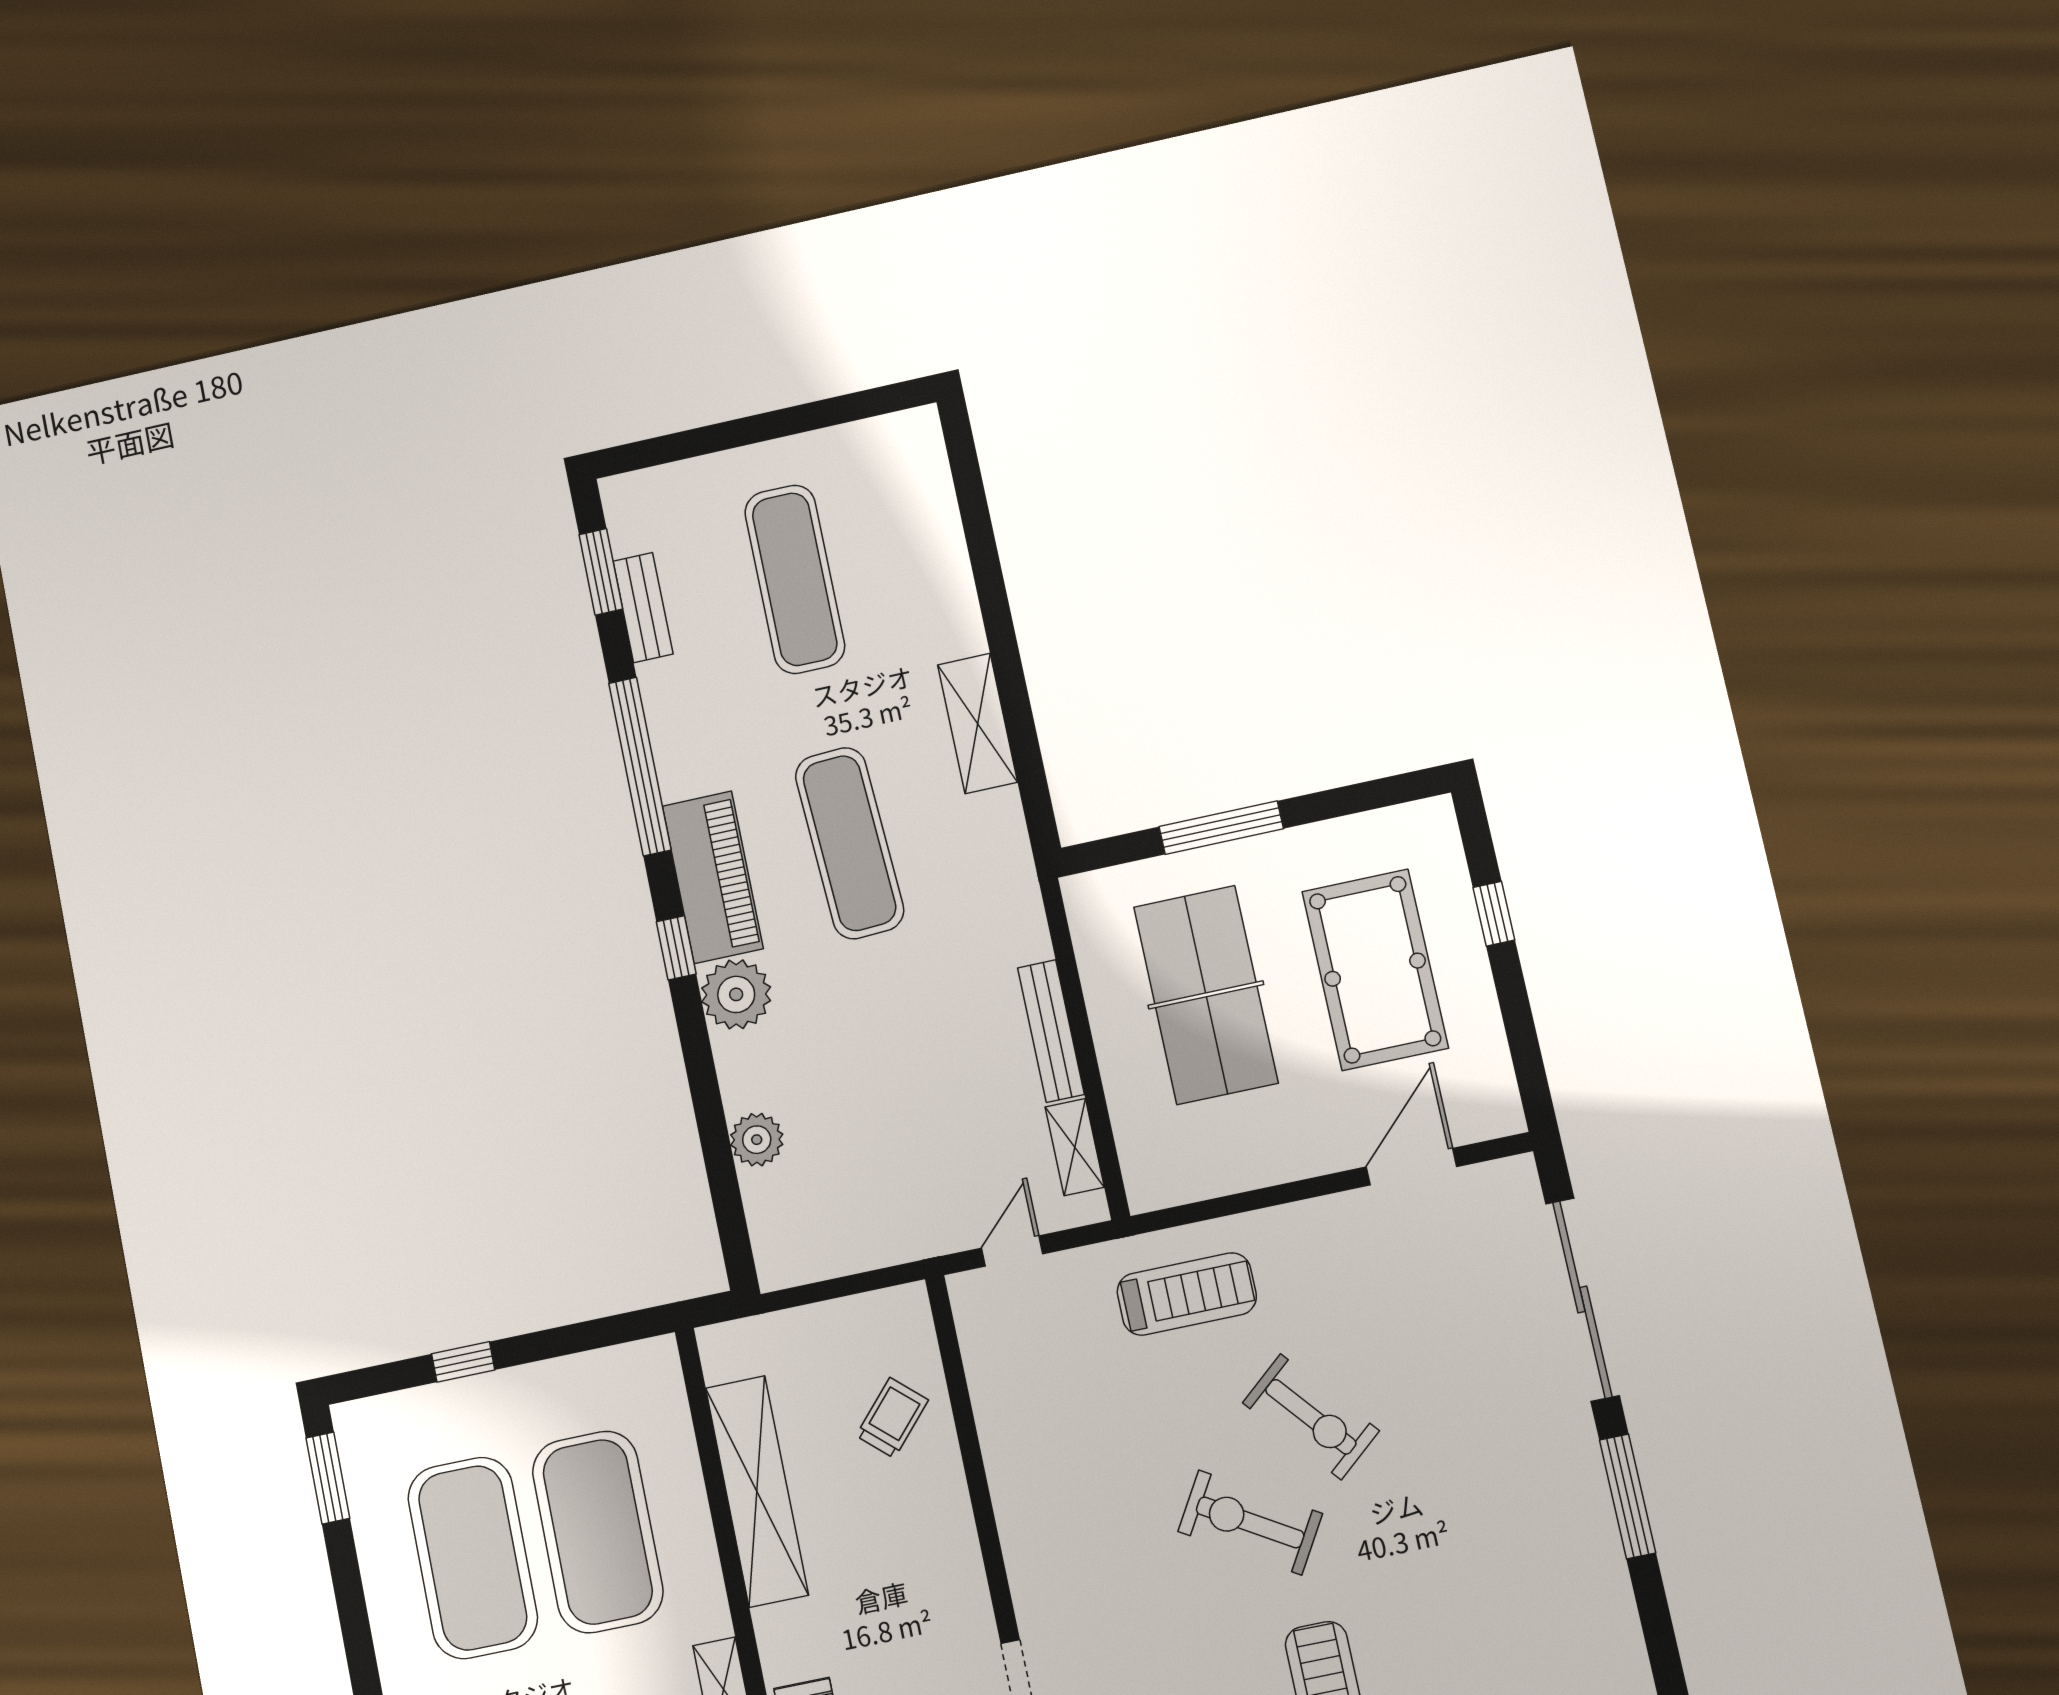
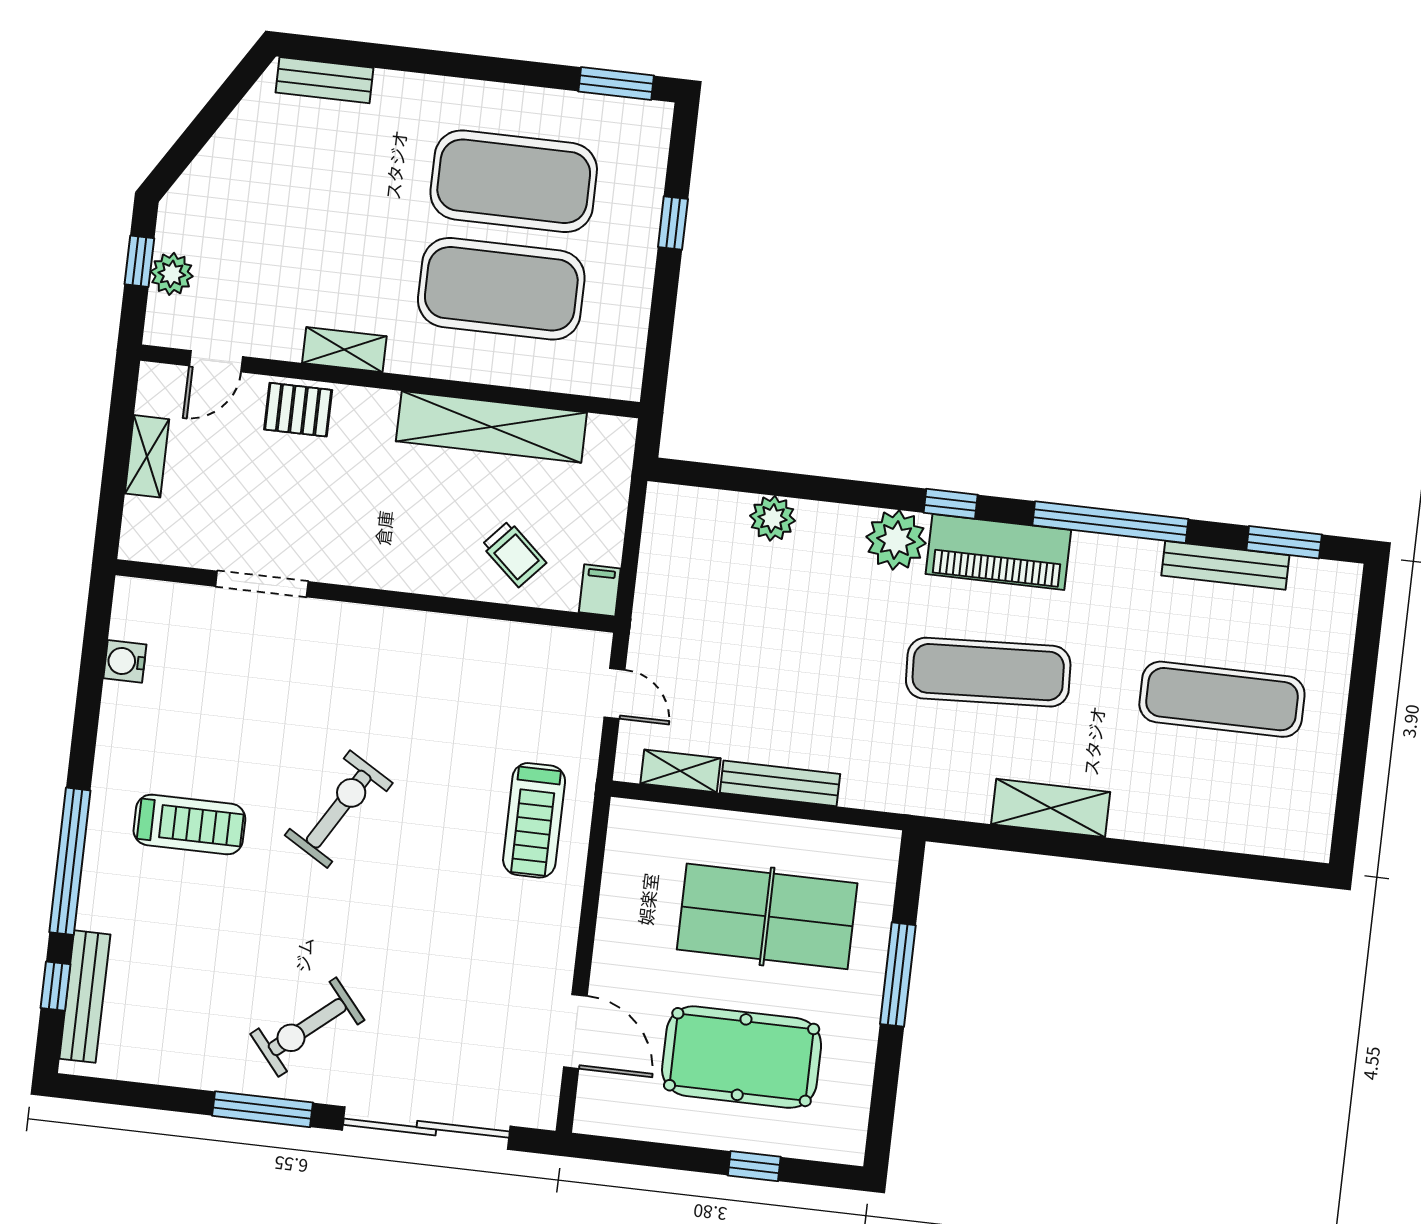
bench: (643, 608) -> (1225, 565), width x1.36
filing cabinet: (901, 1306) -> (600, 590), added
exercise bike: (1311, 1417) -> (307, 1027), moved

